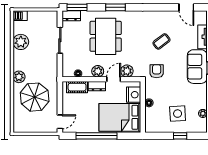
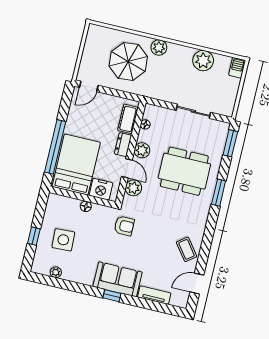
dresser: (71, 16) -> (221, 133), removed
coffee table: (161, 41) -> (187, 249), moved
door: (60, 122) -> (89, 86), hinge flipped
window: (96, 136) -> (55, 147), moved

